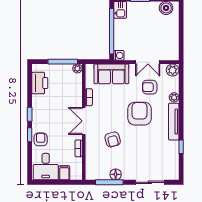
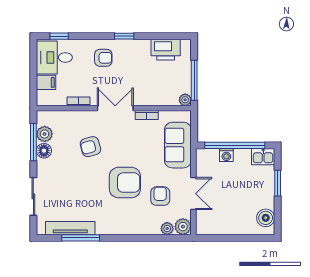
washing machine: (119, 55) -> (226, 155), moved
double door: (148, 62) -> (193, 194), swing flipped
plant: (174, 97) -> (167, 228), moved
tv unit: (174, 122) -> (70, 228), moved
window: (30, 135) -> (59, 36), moved
armchair: (41, 139) -> (103, 58), moved
window: (181, 147) -> (81, 238), width x2.17
plant: (103, 174) -> (45, 134), added

